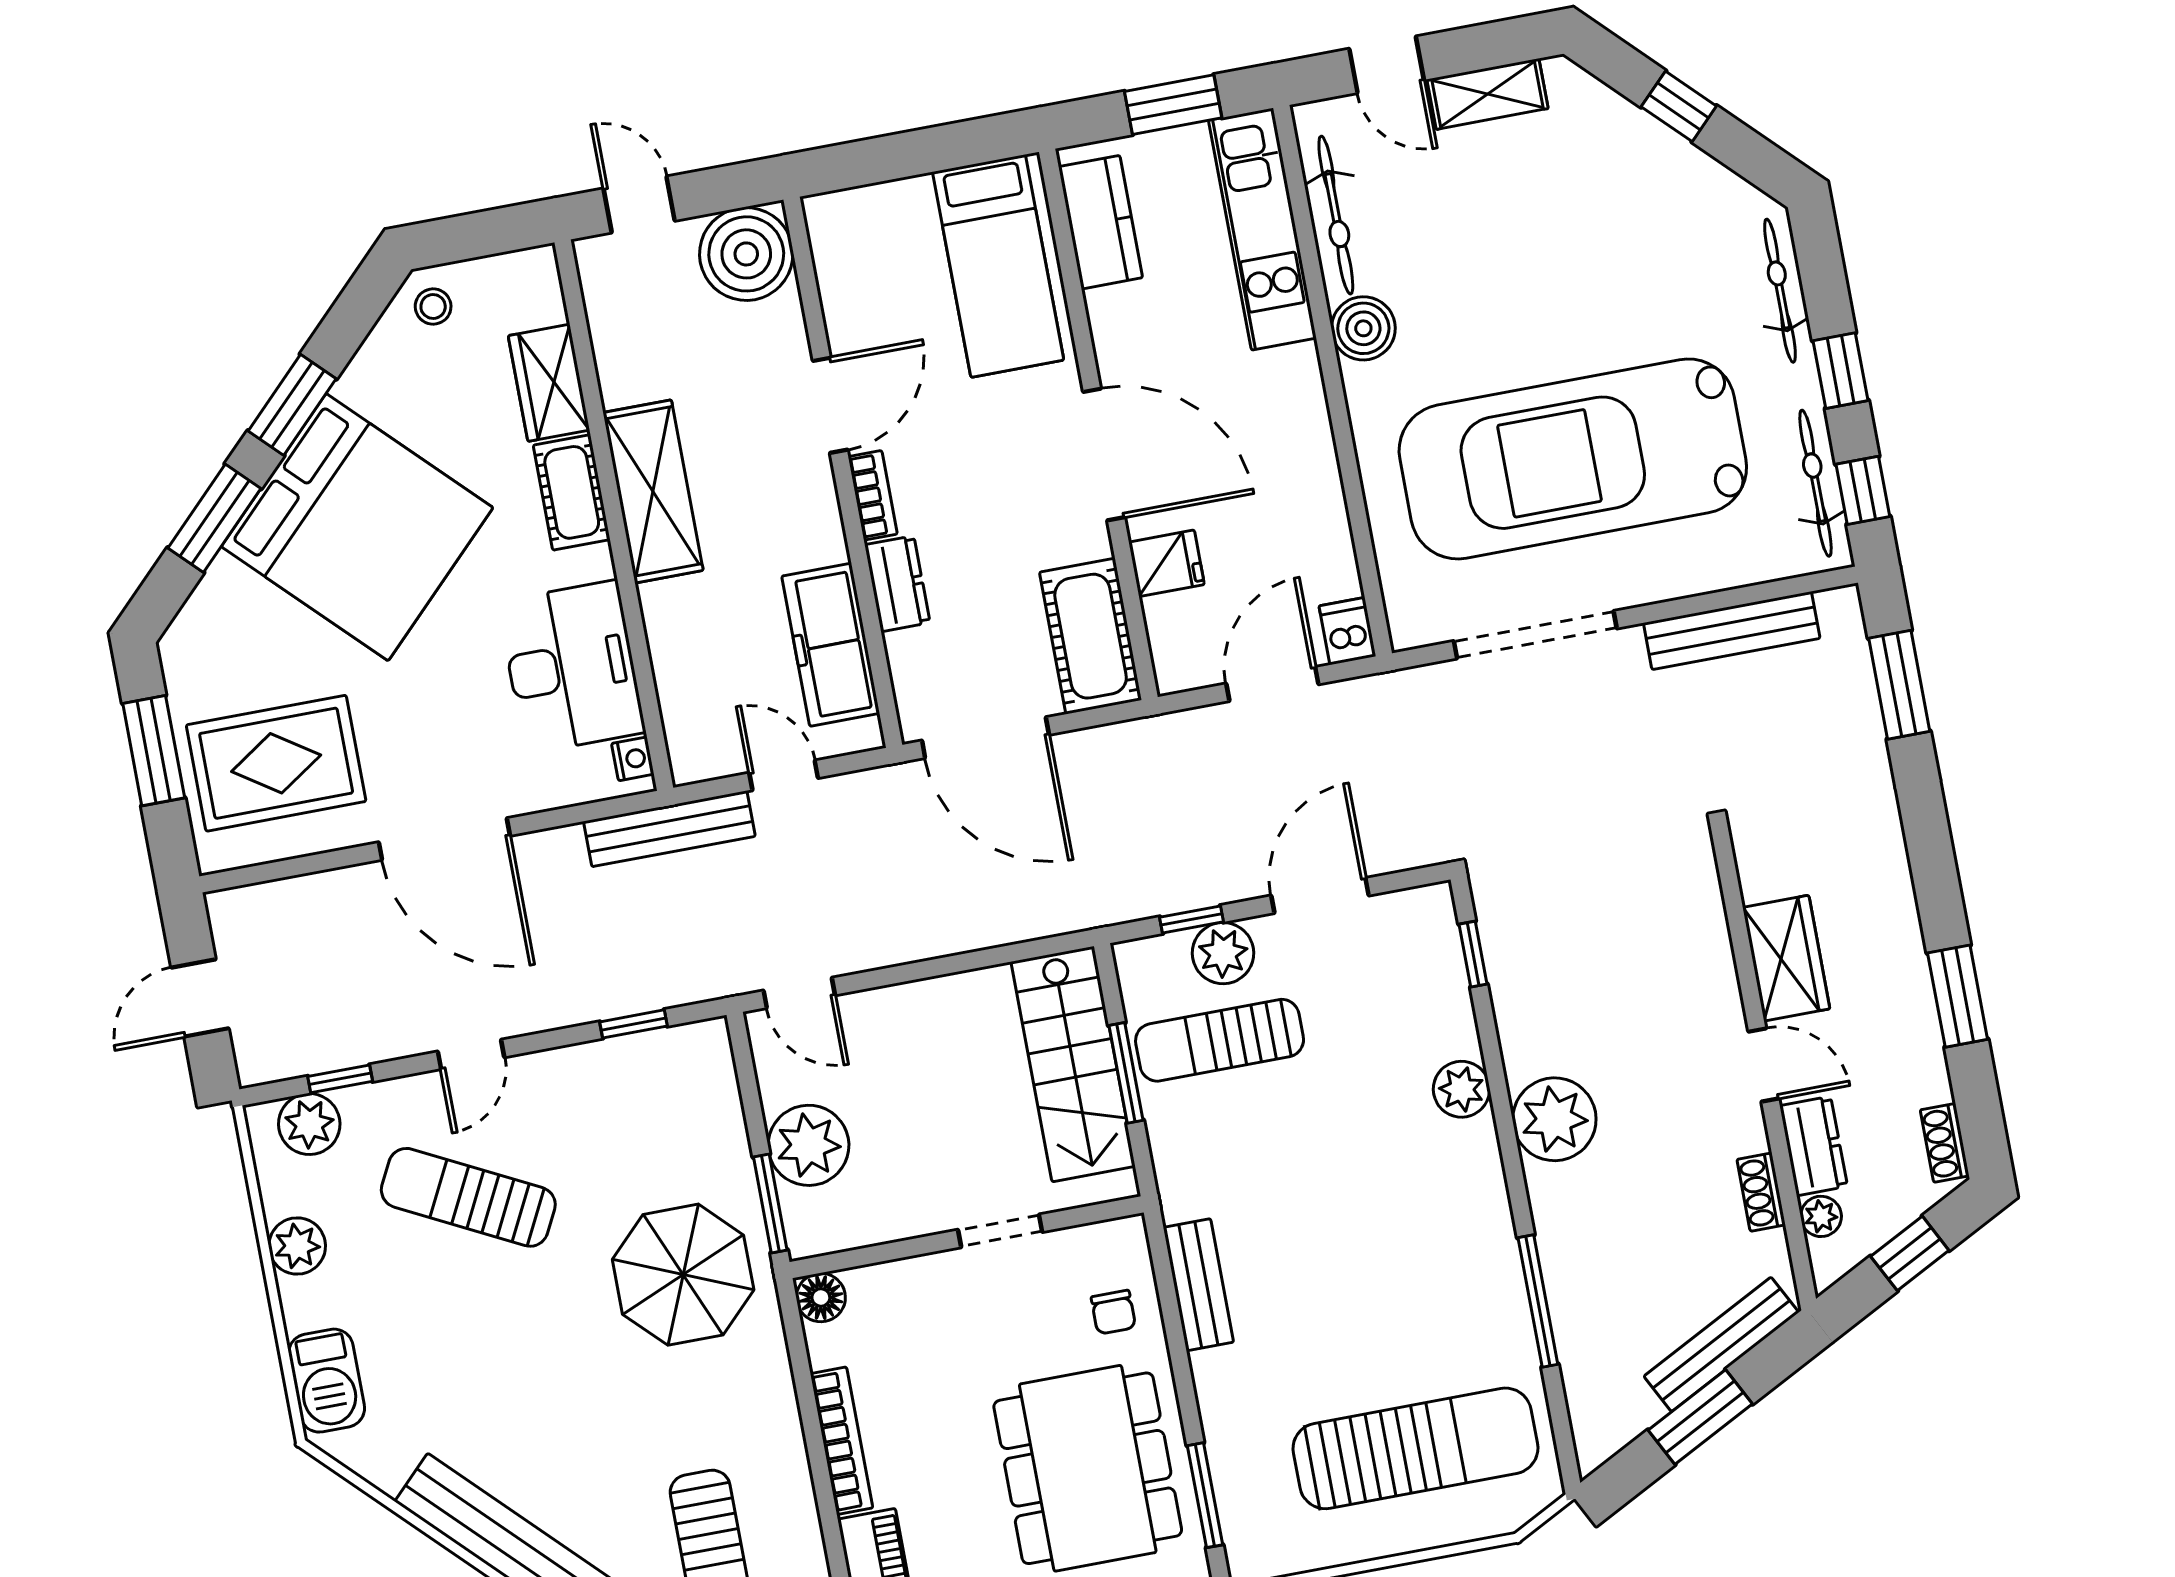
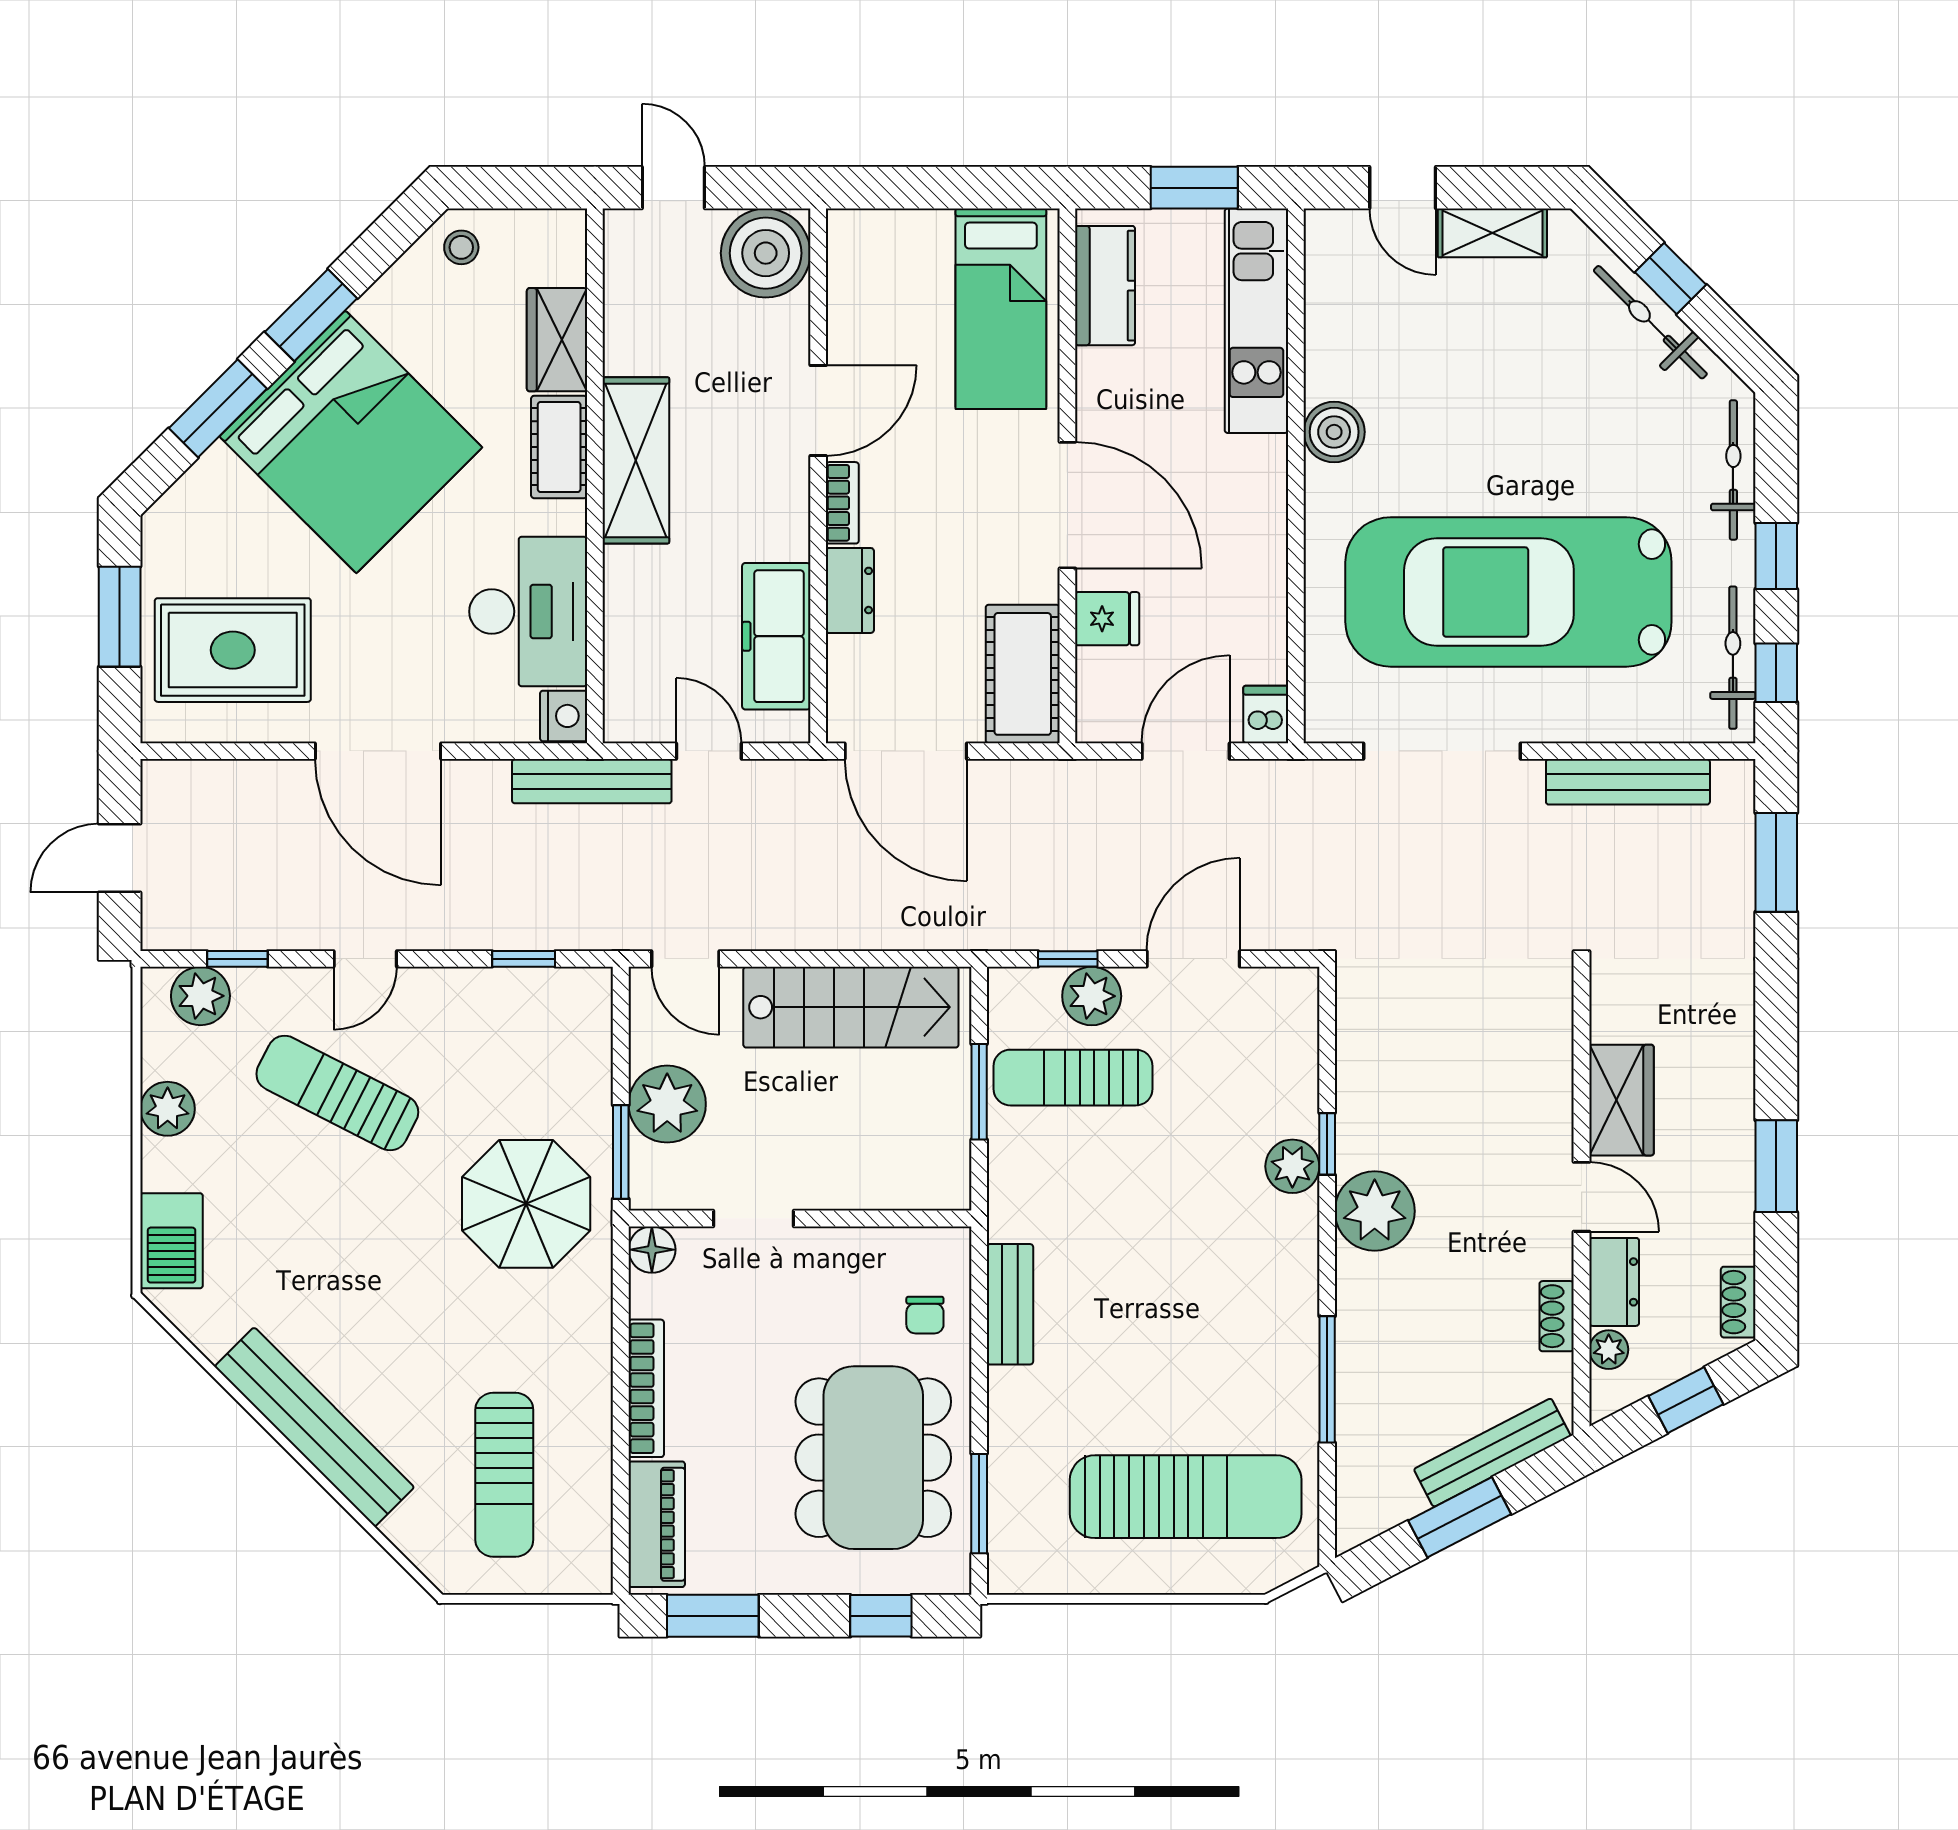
bicycle: (1336, 215) -> (1650, 322), moved, turned 135
nightstand: (633, 759) -> (564, 716), width x1.39, depth x1.35
window: (1473, 954) -> (1327, 1144), moved
stairs: (1073, 1064) -> (851, 1007), moved, turned -90
doorway: (1000, 1231) -> (753, 1218), moved

